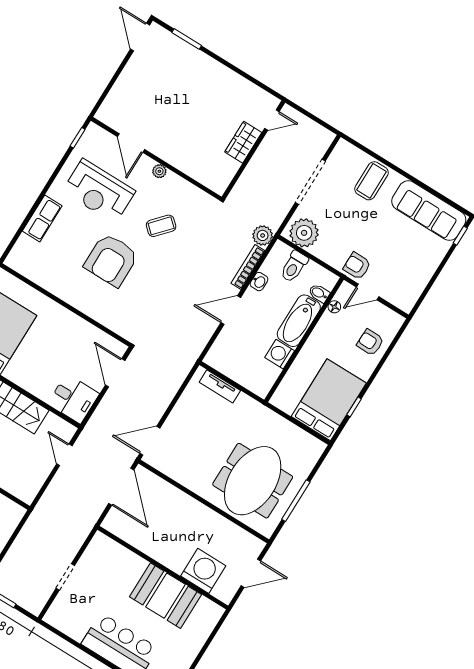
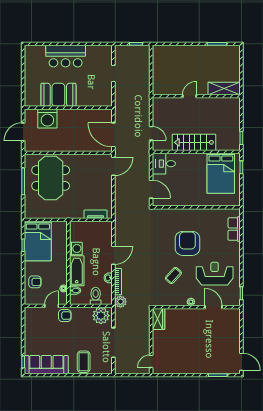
wardrobe: (243, 142) -> (159, 319), moved
row of seats: (42, 218) -> (234, 229), moved

